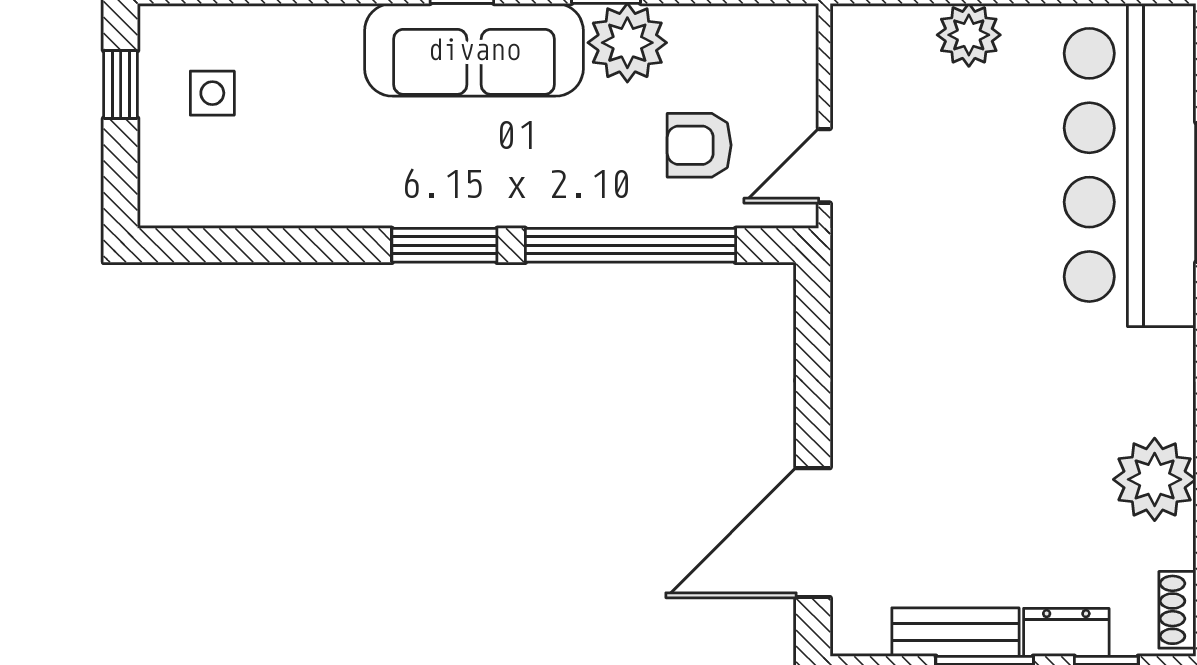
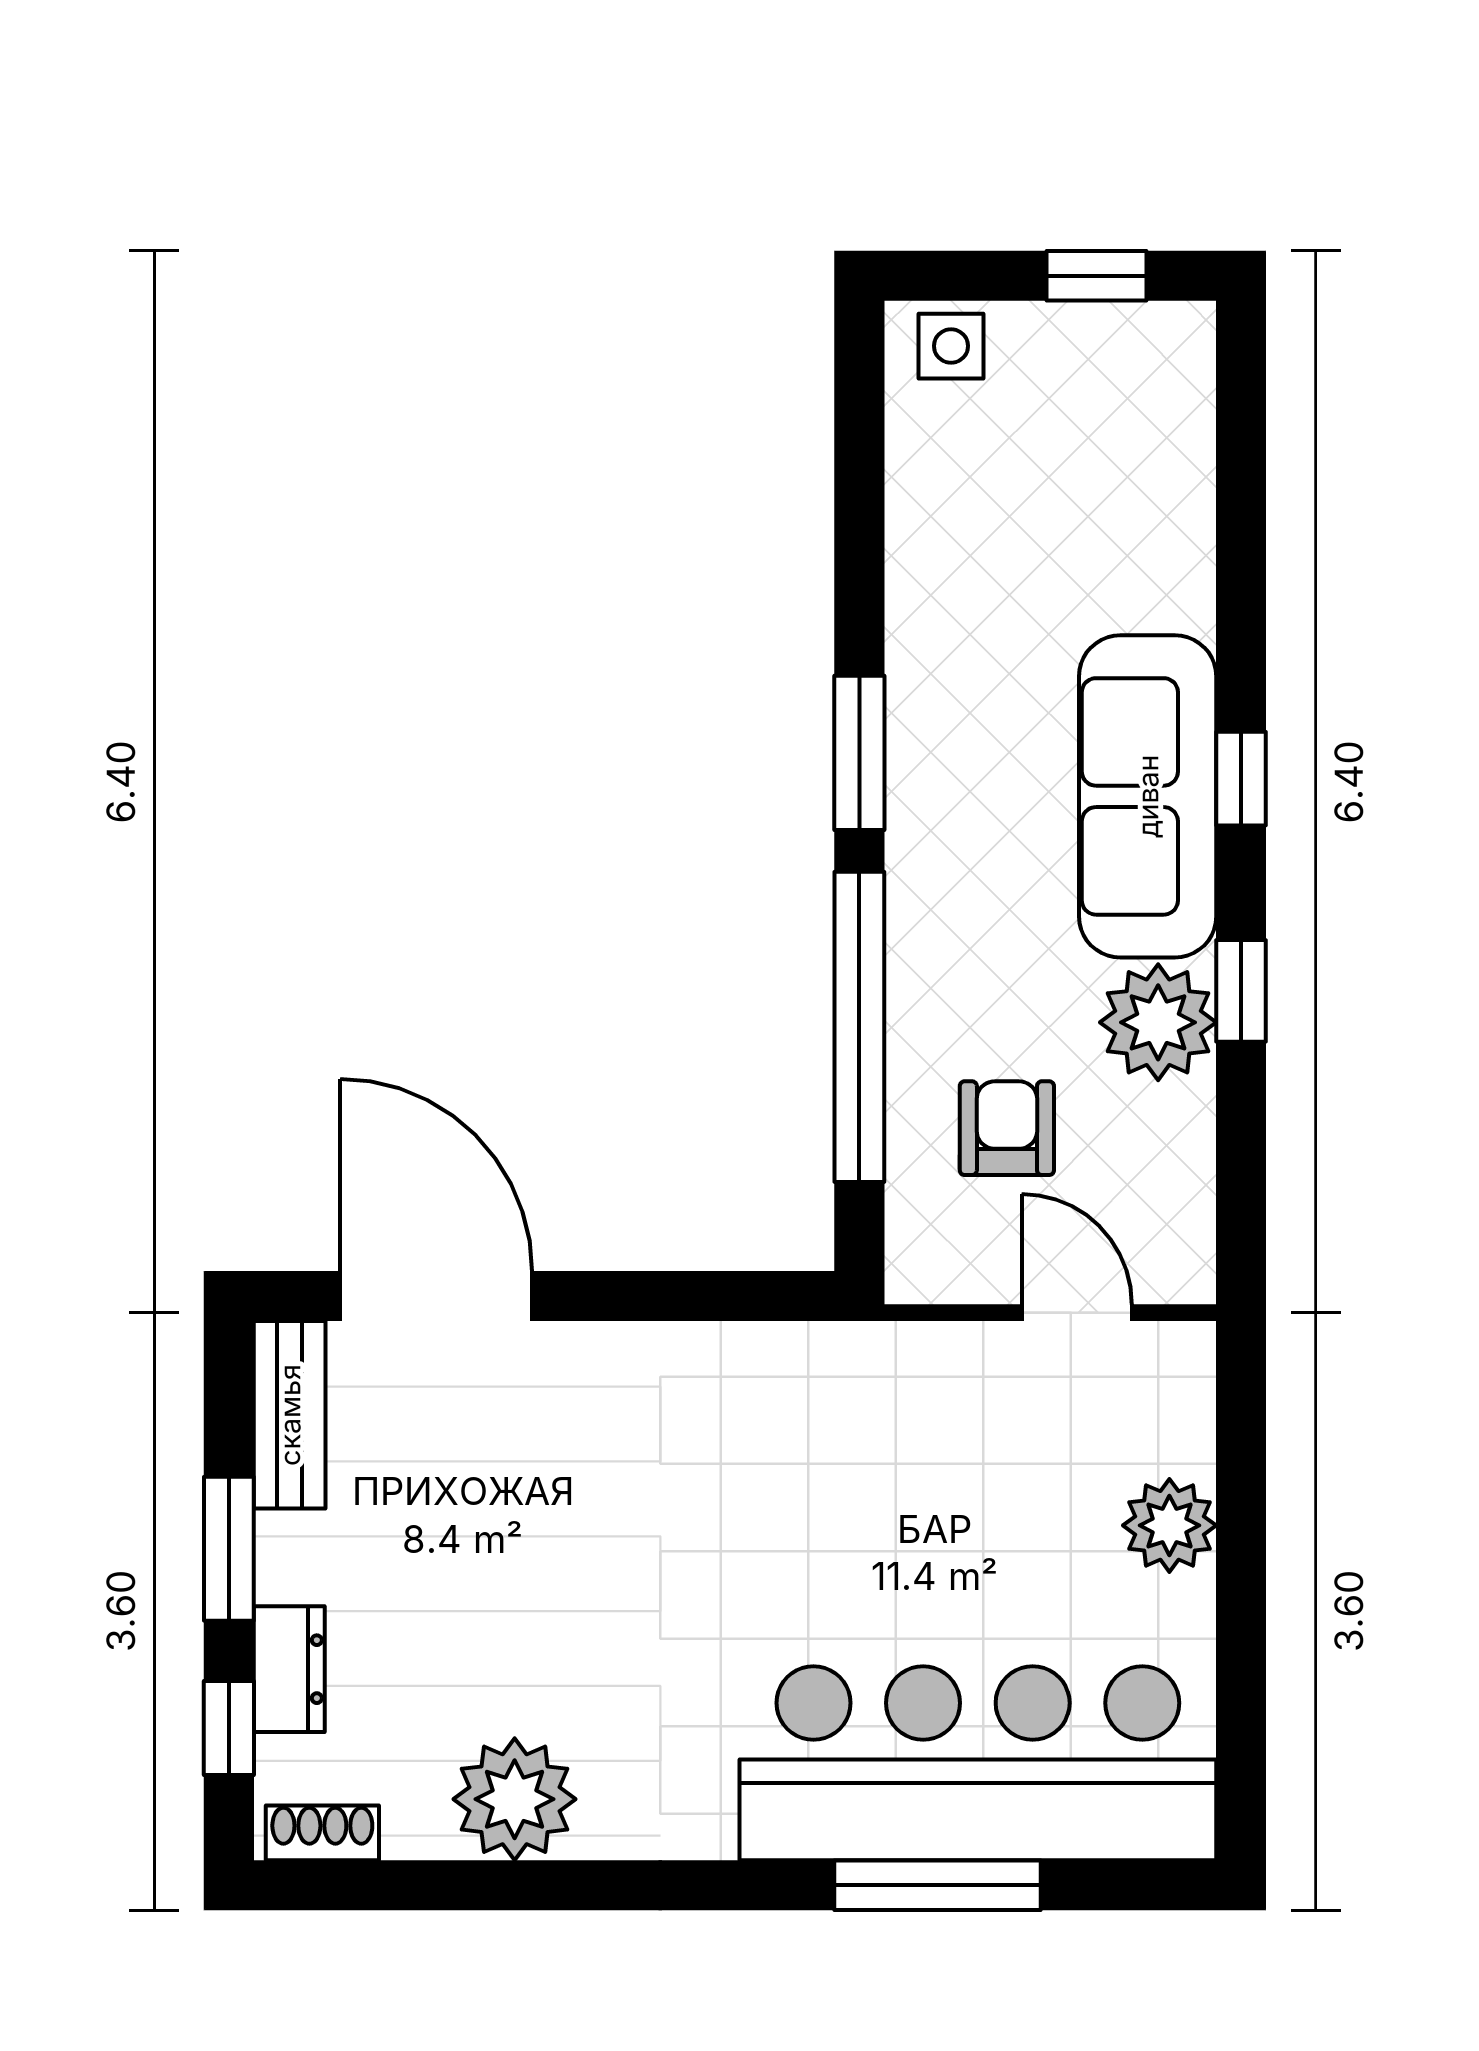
side table: (212, 93) -> (951, 346), moved
door: (824, 166) -> (1077, 1313), moved
bench: (955, 632) -> (290, 1415), moved

